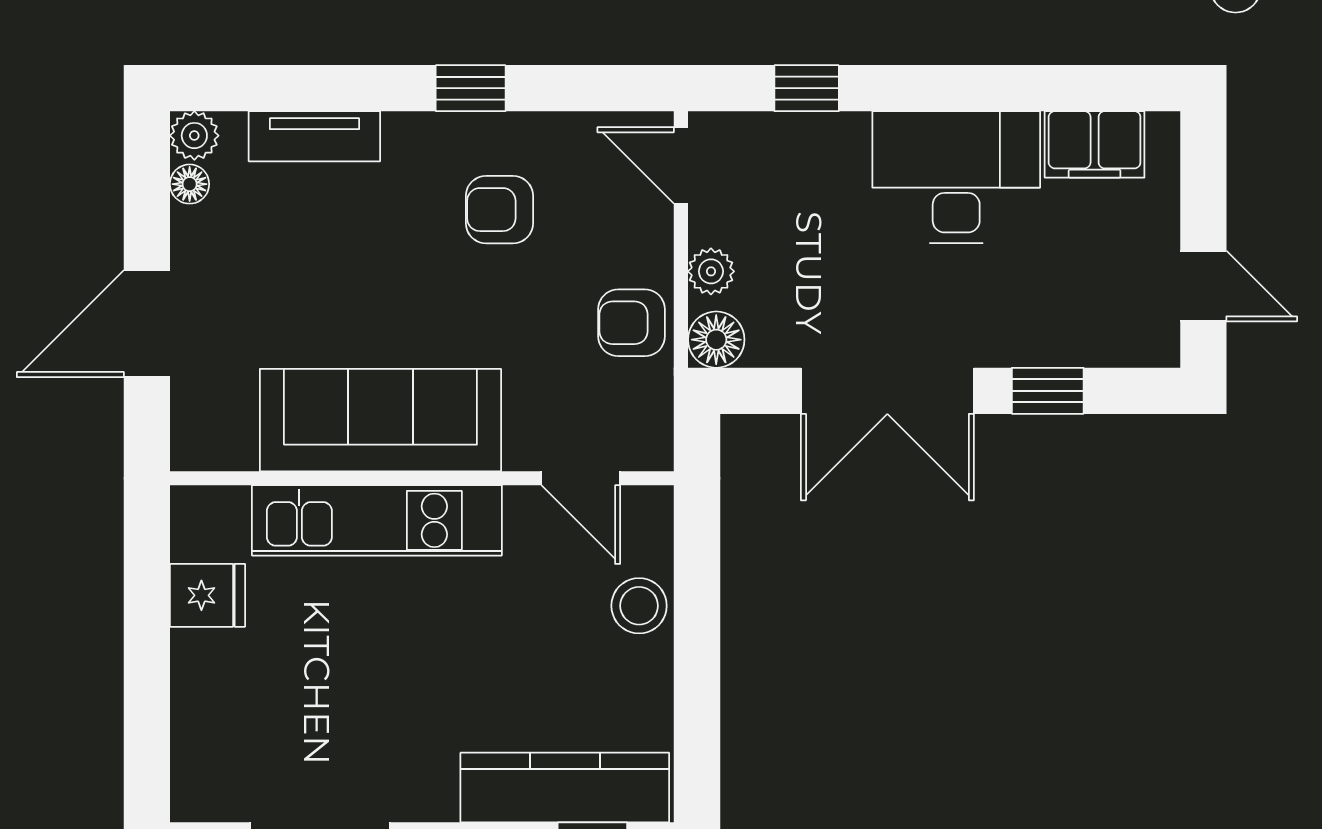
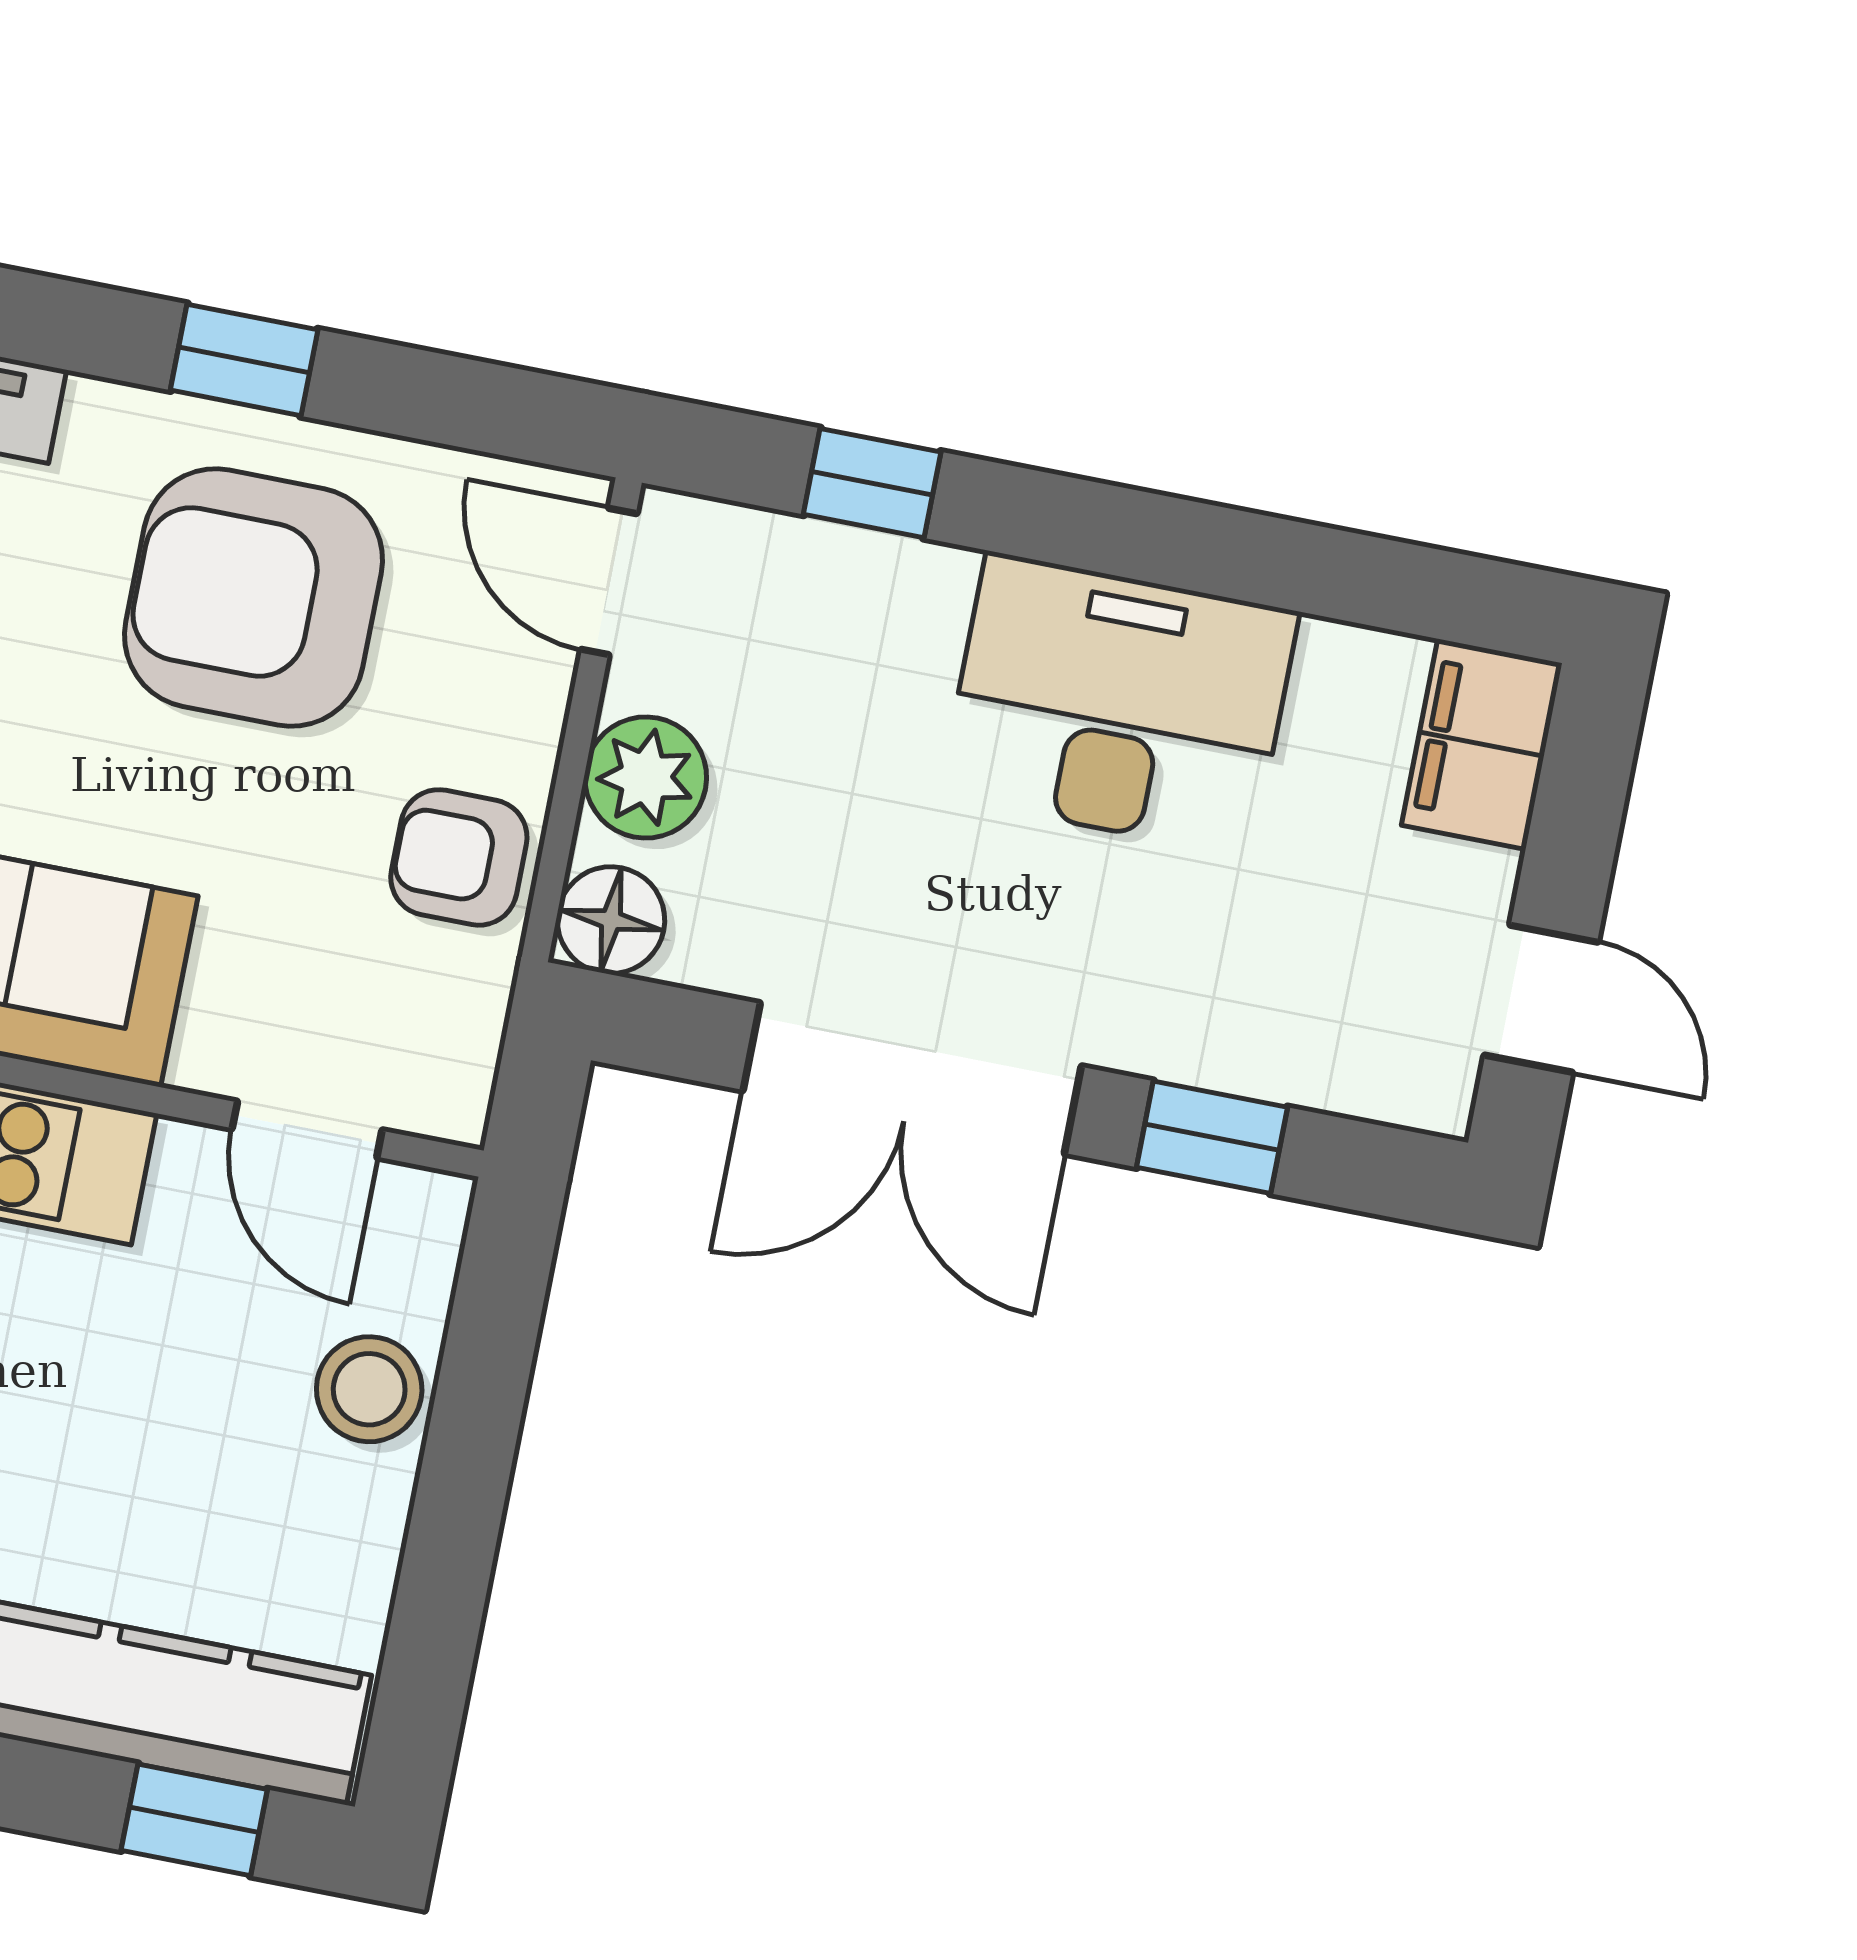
filing cabinet: (1095, 144) -> (1482, 744), moved, turned 90
armchair: (499, 210) -> (253, 598), width x1.88, depth x1.88
plant: (711, 271) -> (646, 778), width x1.38, depth x1.38

